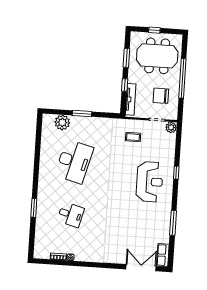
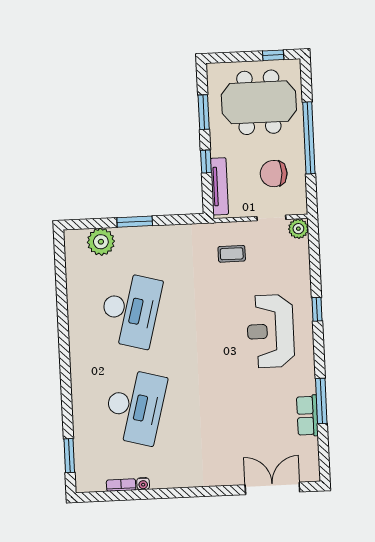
window: (154, 30) -> (273, 55), moved
reception desk: (150, 182) -> (271, 331), turned 180
window: (34, 208) -> (69, 456), moved
desk: (71, 215) -> (135, 407), width x1.87, depth x1.30
row of seats: (163, 255) -> (307, 416), moved

